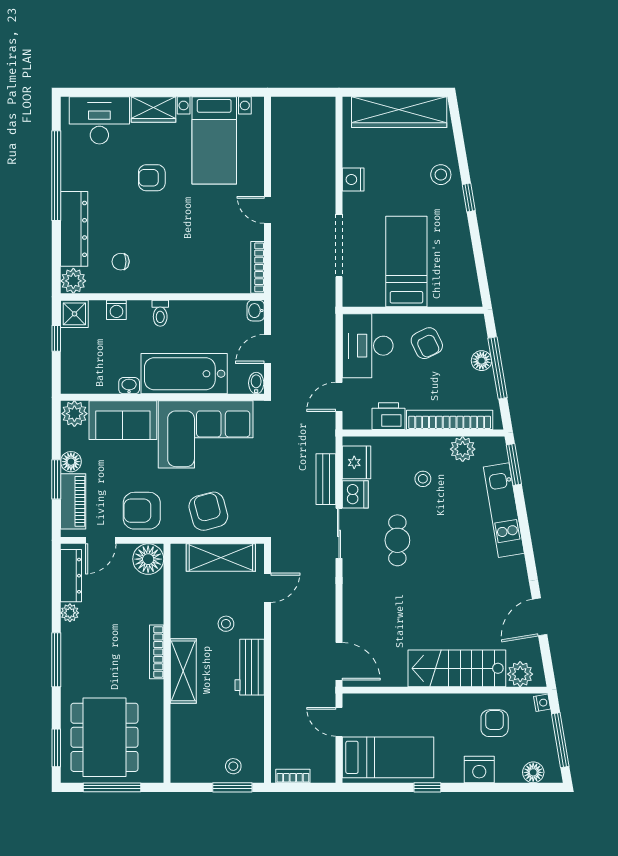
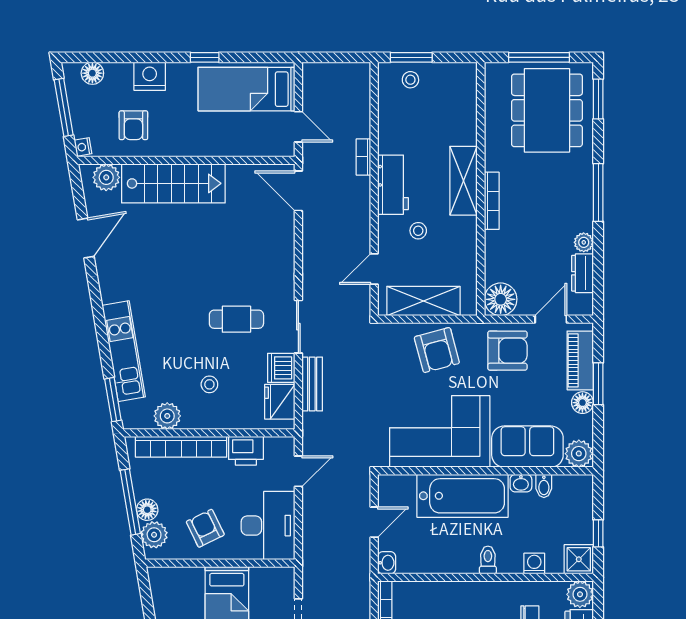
plant: (475, 337) -> (154, 535), added
bidet: (256, 383) -> (544, 486), moved
cafe table: (397, 540) -> (236, 319), turned 90
dresser: (71, 576) -> (582, 273), width x0.70
bookcase: (293, 776) -> (363, 157), moved, turned 90

